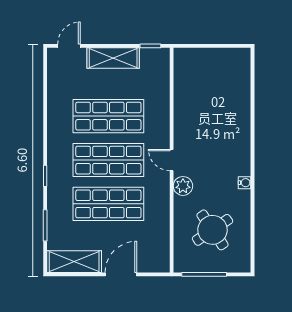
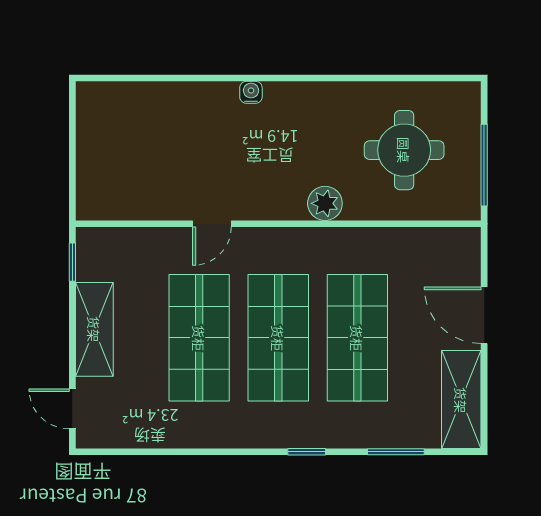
door: (172, 160) -> (212, 224), moved
water cooler: (245, 183) -> (251, 92), moved
round table: (213, 230) -> (404, 150), turned 34

